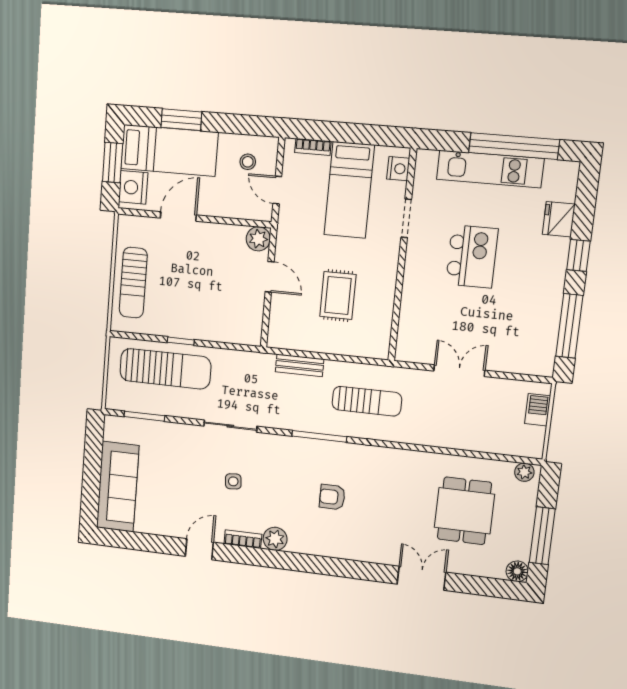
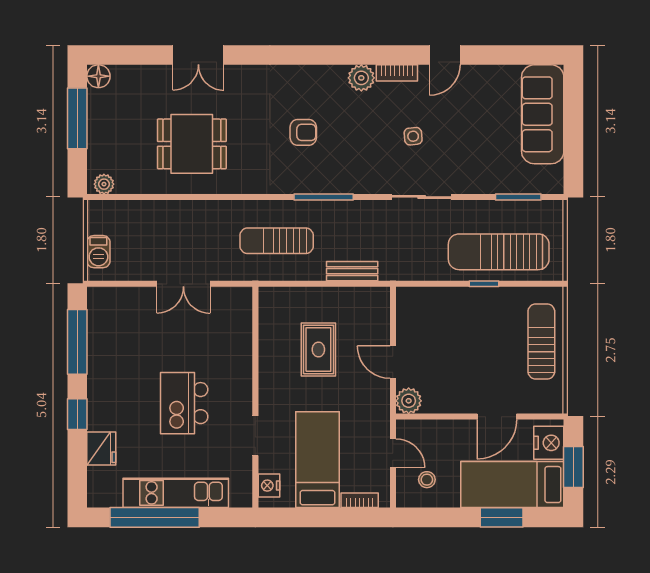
dining table: (464, 511) -> (192, 144), moved, turned 90

